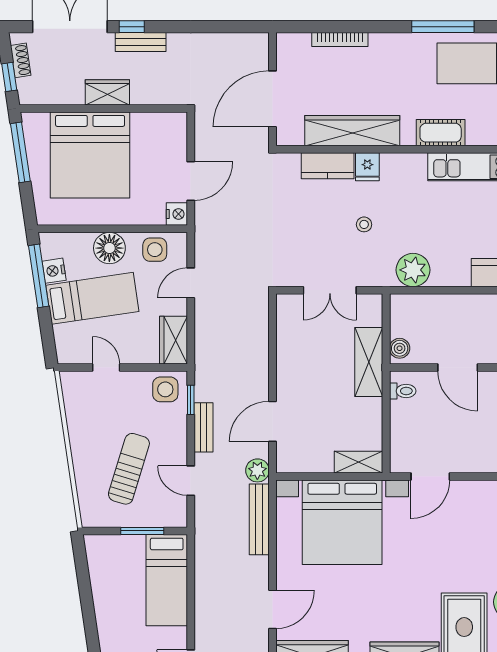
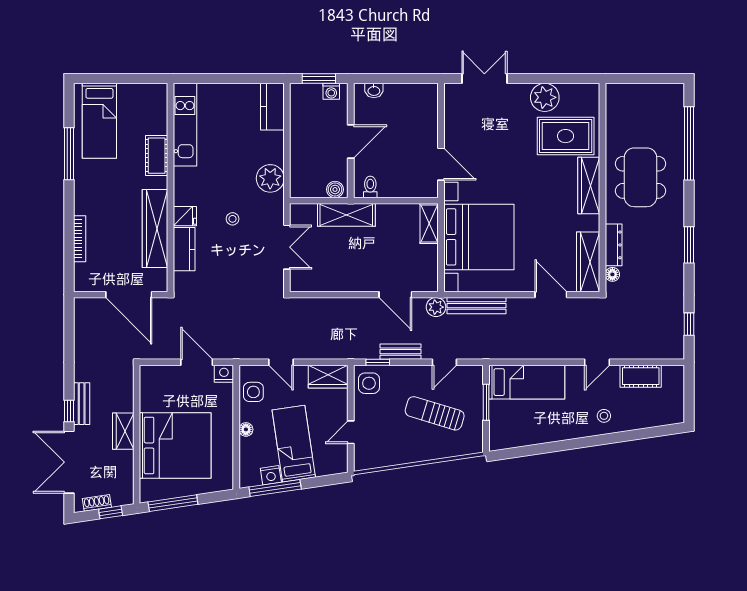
floor lamp: (109, 248) -> (246, 429), width x0.53, depth x0.53

